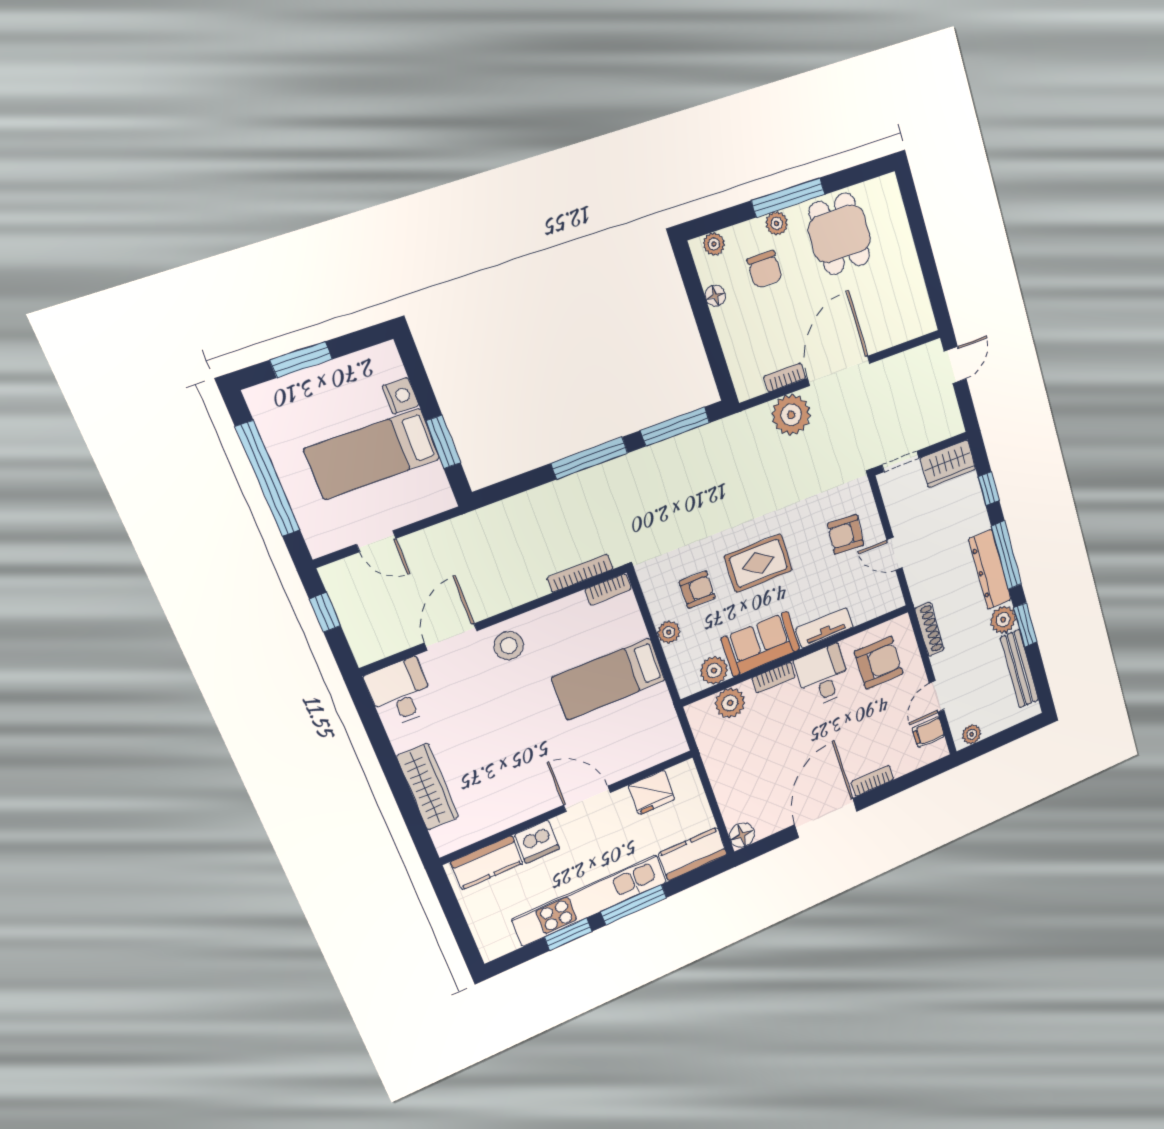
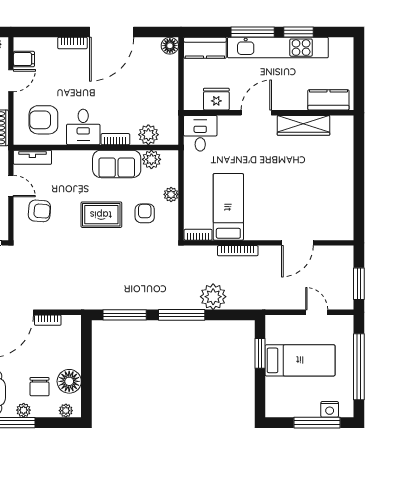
chair: (765, 269) -> (40, 387), turned 180
floor lamp: (715, 296) -> (69, 381), width x1.89, depth x1.89
window: (301, 360) -> (317, 423), width x1.44
nightstand: (400, 396) -> (330, 409), moved, turned -90
plant: (791, 415) -> (213, 297), moved
bookcase: (580, 573) -> (238, 251), moved
armchair: (697, 590) -> (145, 213), turned 90
window: (325, 612) -> (359, 284), width x1.50
tv unit: (824, 628) -> (32, 157), moved
stool: (509, 646) -> (267, 225), removed
bed: (609, 679) -> (228, 207), moved, turned -90
desk: (400, 693) -> (200, 133), moved, turned 180
wardrobe: (428, 787) -> (303, 125), moved, turned -90
door: (587, 799) -> (256, 113), swing flipped
dishwasher: (537, 842) -> (295, 99), removed

